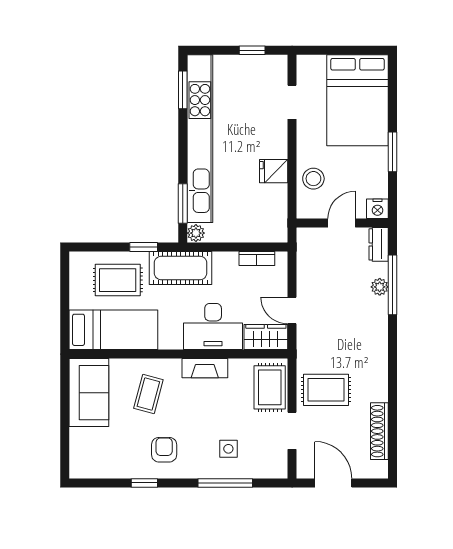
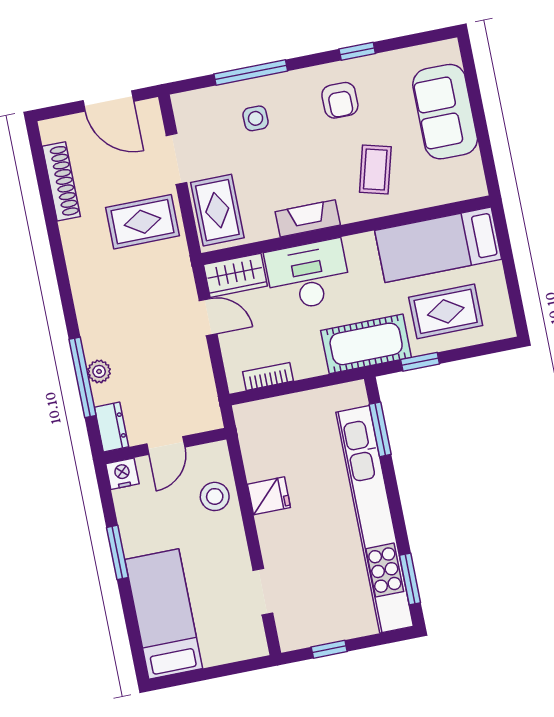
bed: (357, 100) -> (164, 614), width x0.67
plant: (196, 233) -> (355, 394), removed
sofa: (89, 393) -> (445, 112), moved

